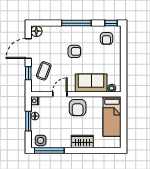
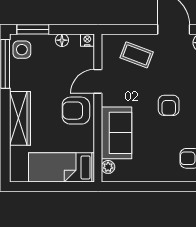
window: (28, 73) -> (133, 29), removed
door: (60, 94) -> (98, 81), swing flipped
window: (28, 121) -> (33, 29), moved
wardrobe: (82, 142) -> (20, 118), width x1.50

